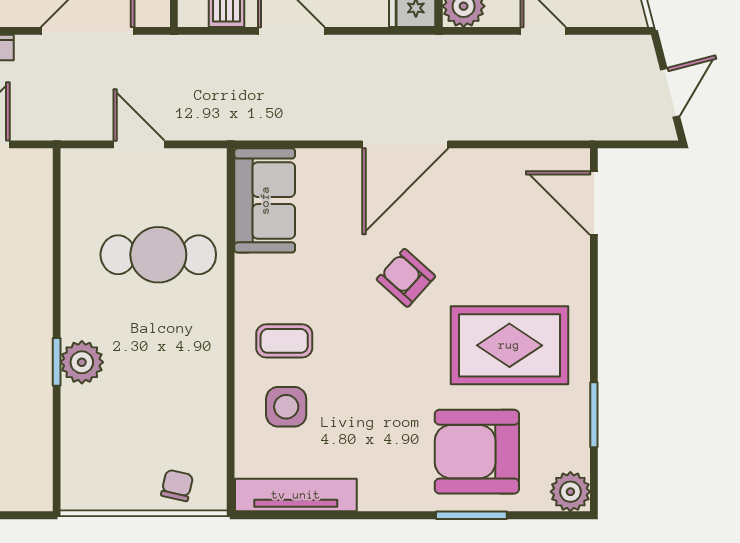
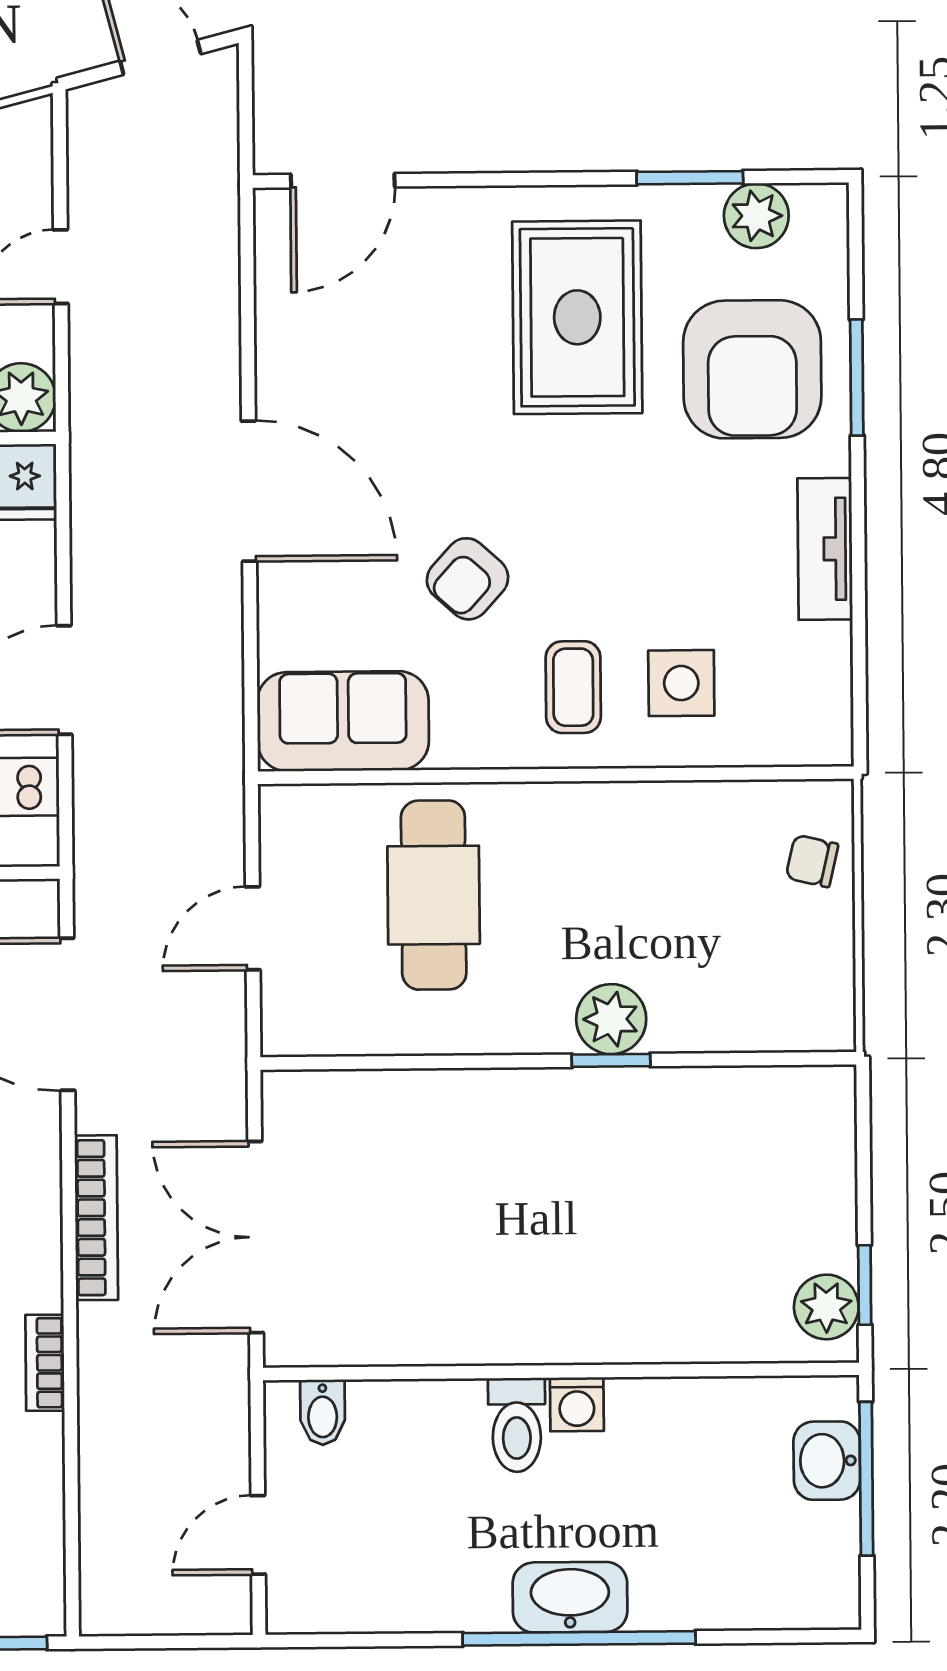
armchair: (406, 278) -> (468, 579), moved
plant: (570, 492) -> (756, 216), moved
tv unit: (296, 495) -> (825, 549), moved, width x0.71

